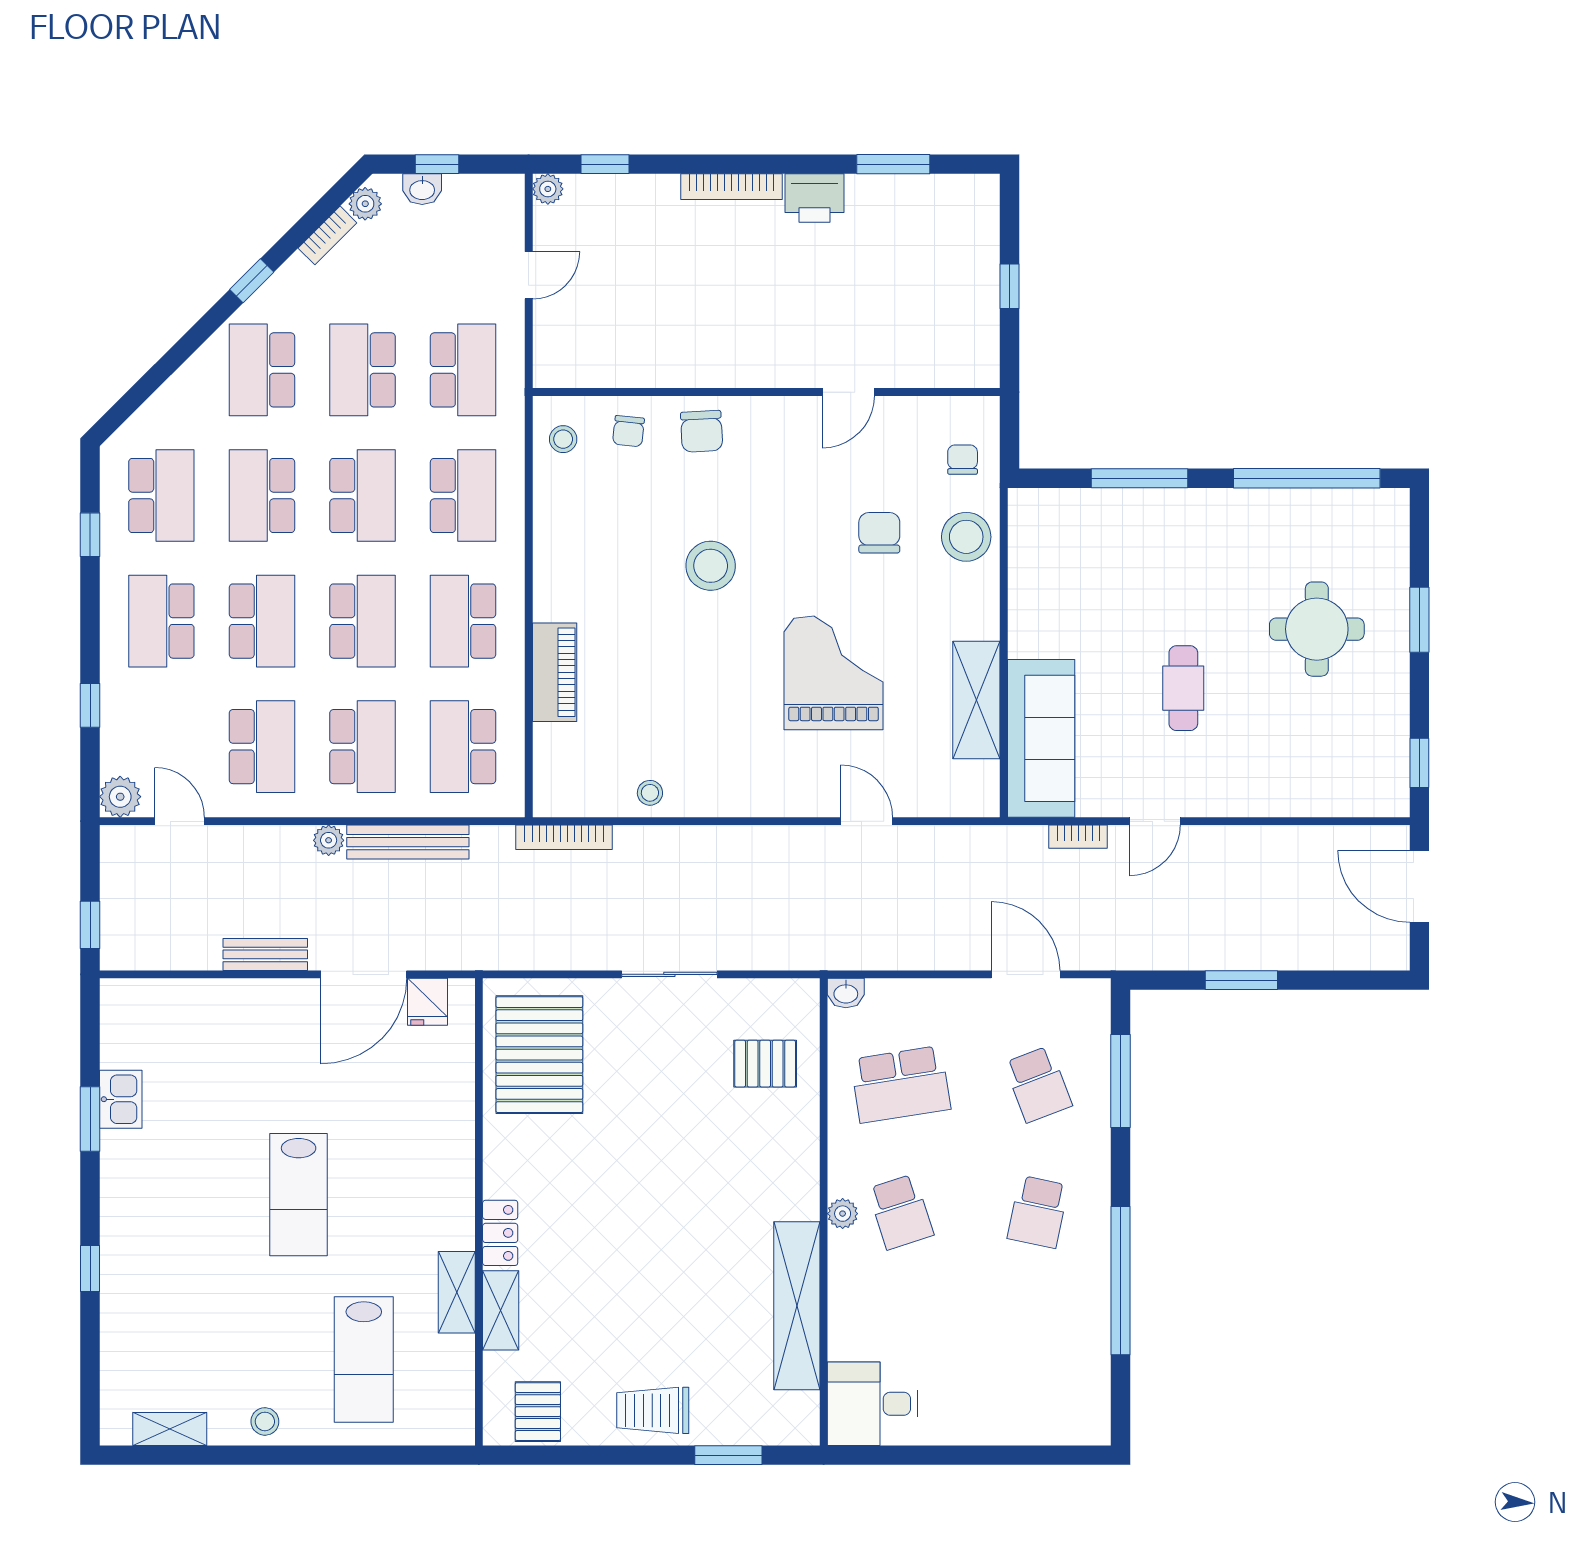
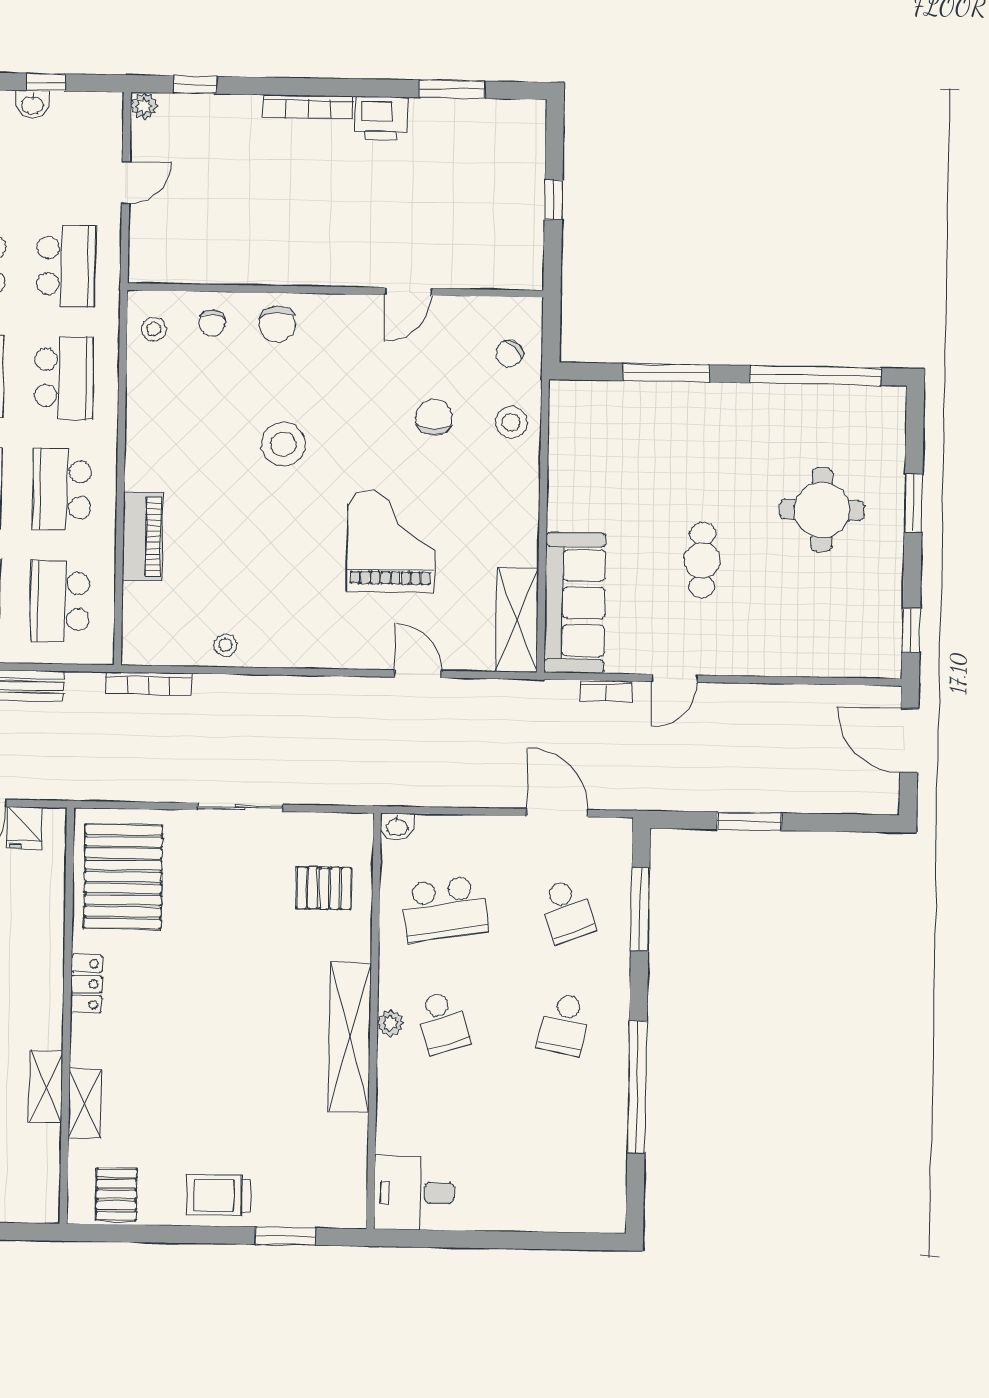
chair: (963, 460) -> (509, 353), turned -135
stool: (966, 537) -> (511, 422), width x0.73, depth x0.73
shelving: (976, 700) -> (517, 620), moved
locker: (500, 1233) -> (86, 984), moved
shelving: (797, 1306) -> (350, 1037), moved

